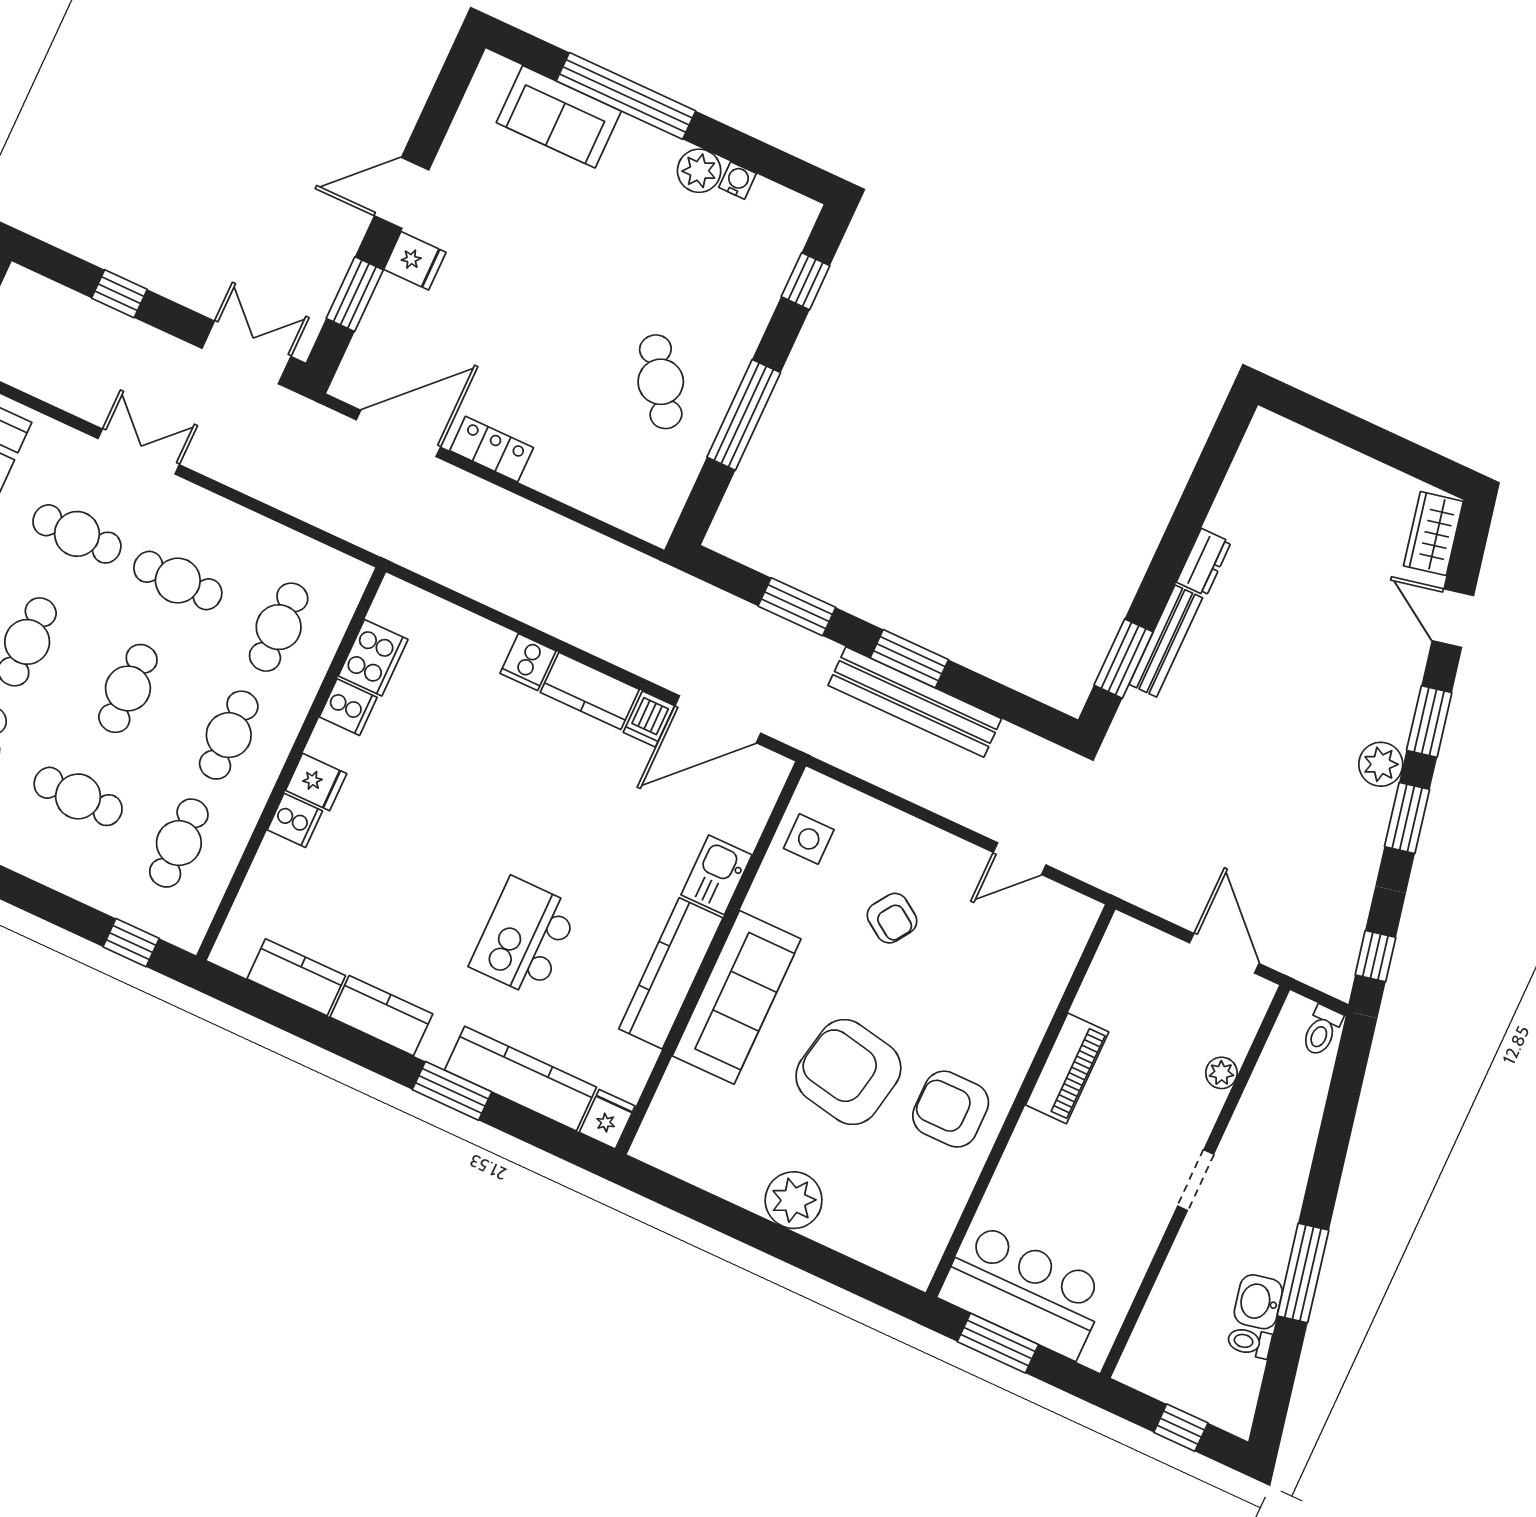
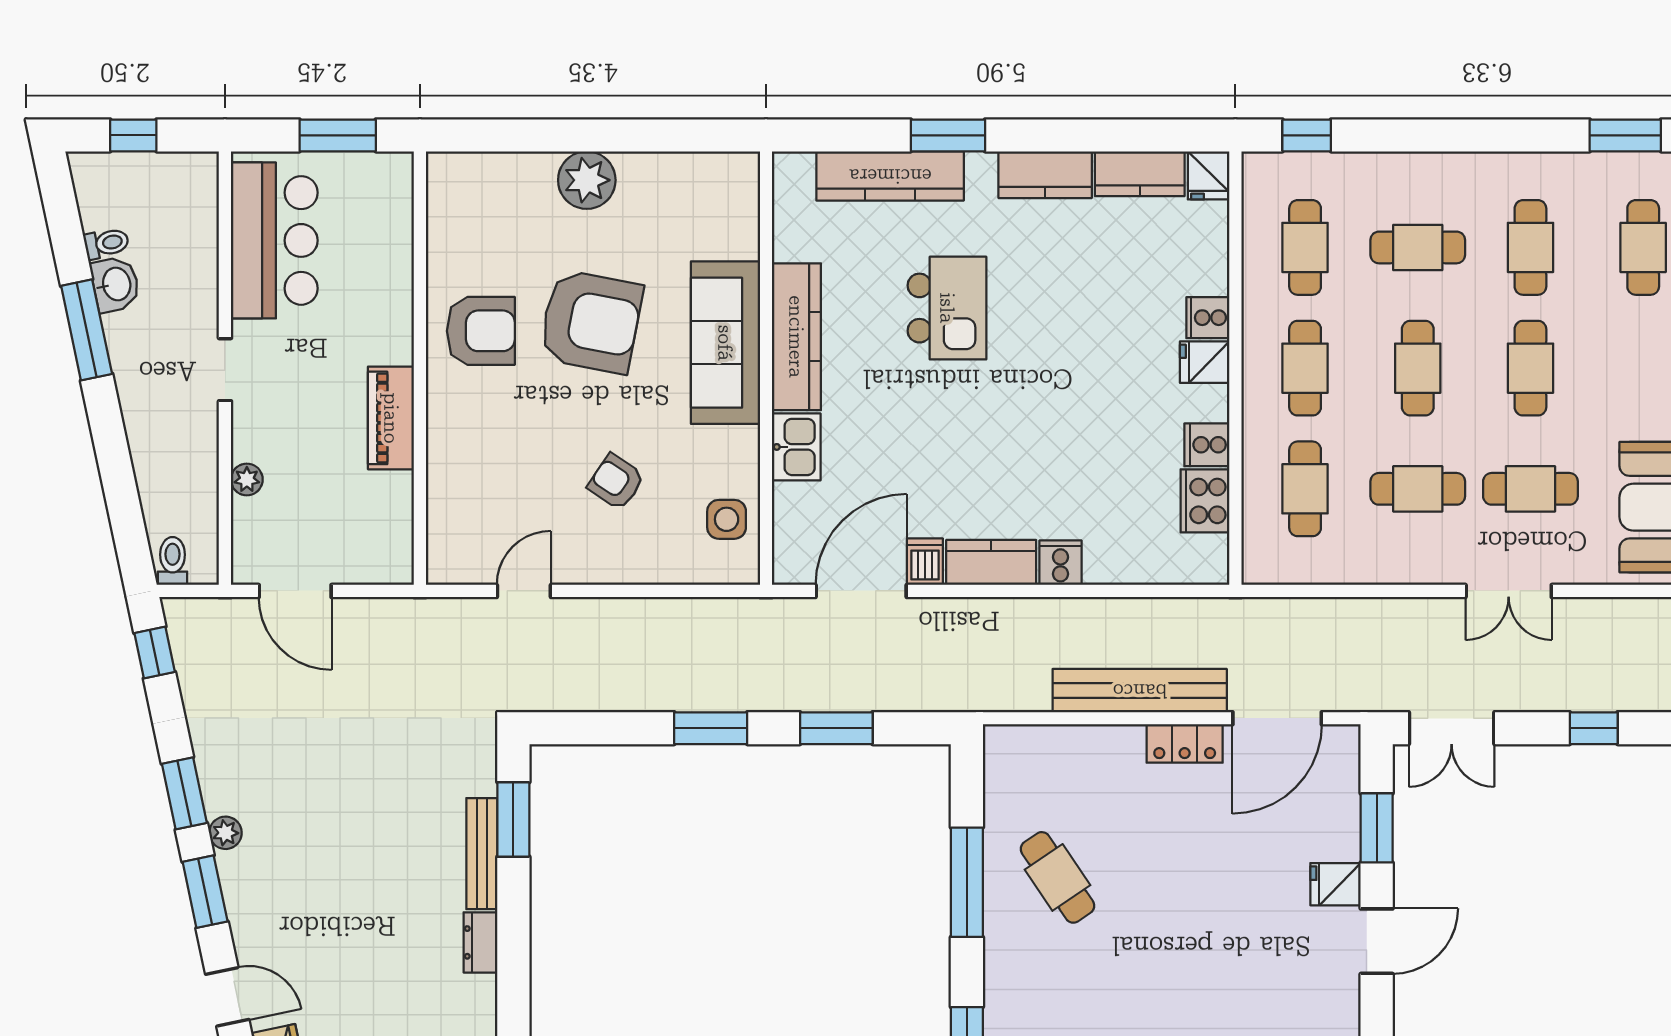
bench: (915, 702) -> (1140, 691), moved
plant: (1381, 764) -> (225, 833), width x0.73, depth x0.73
fridge: (607, 1119) -> (1208, 175), moved
bar counter: (1024, 1291) -> (274, 240), moved, turned -90

